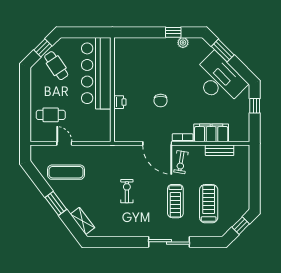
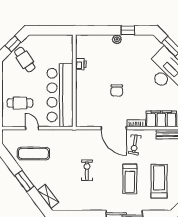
plant: (183, 43) -> (117, 39), moved
bar counter: (96, 73) -> (60, 95), moved
printer: (120, 102) -> (81, 64), moved

